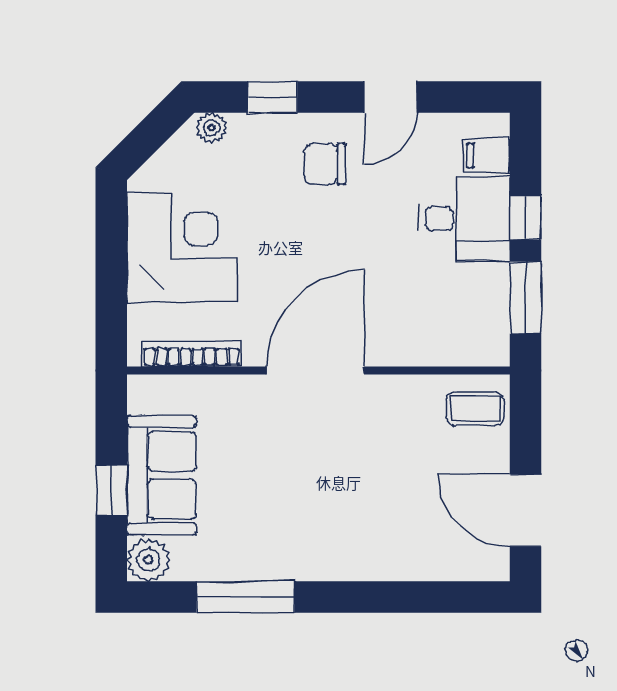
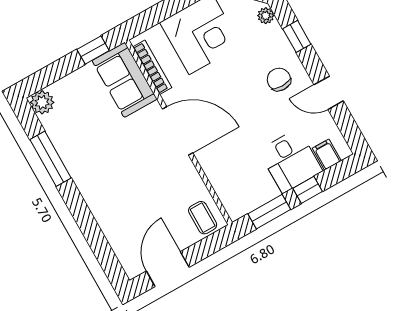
sofa: (162, 475) -> (125, 80), moved, turned 90
window: (111, 490) -> (93, 50), moved

